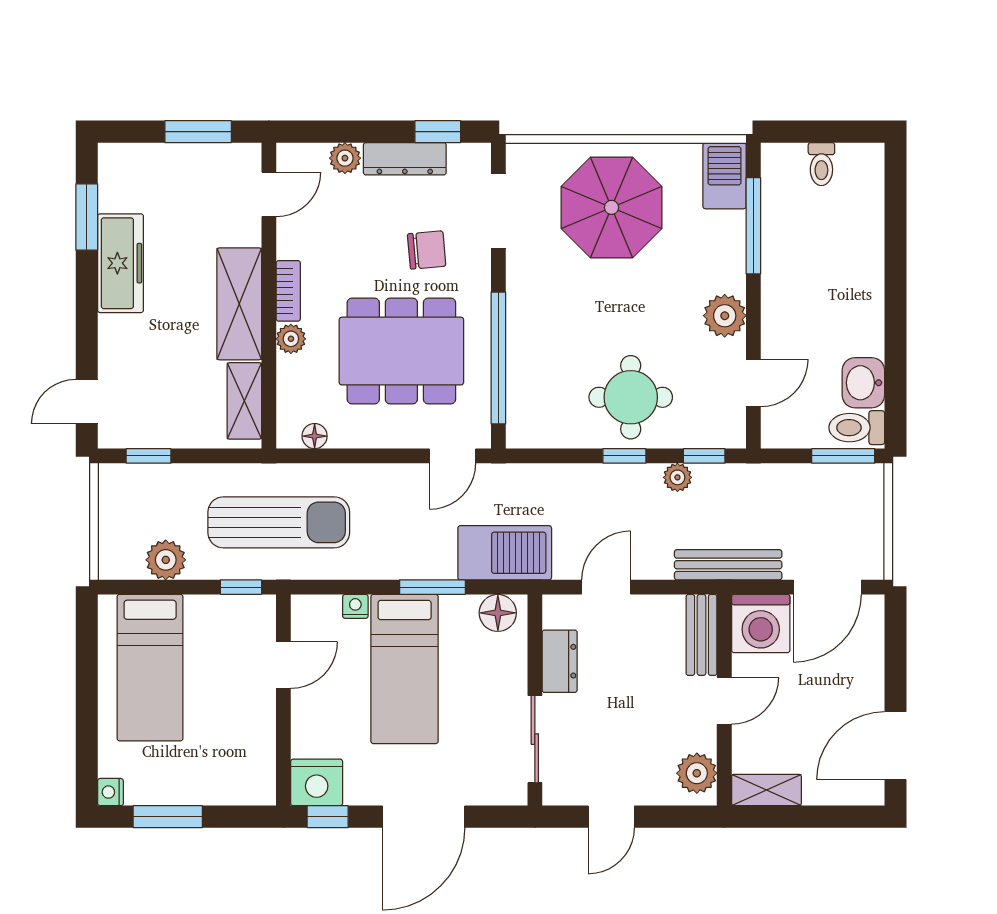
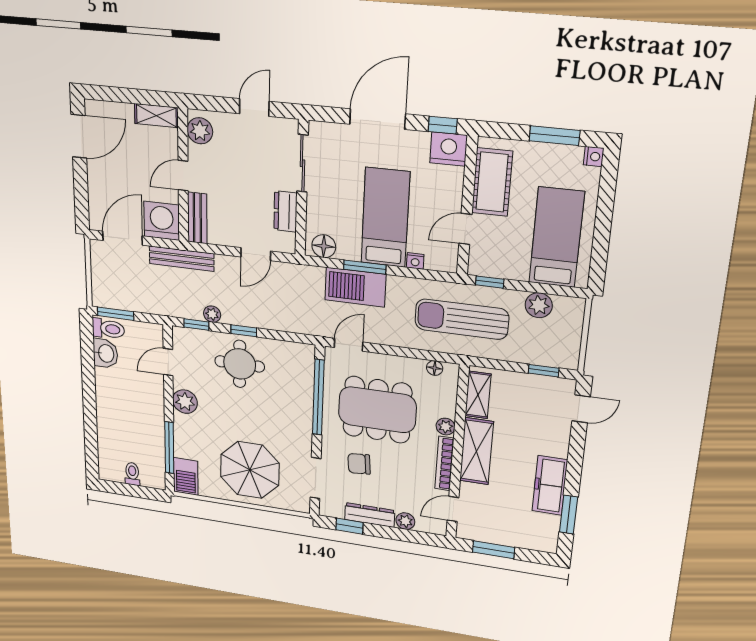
bookcase: (288, 291) -> (444, 463), width x1.56
barbecue: (505, 553) -> (355, 287), moved
cot: (250, 740) -> (492, 182), added

